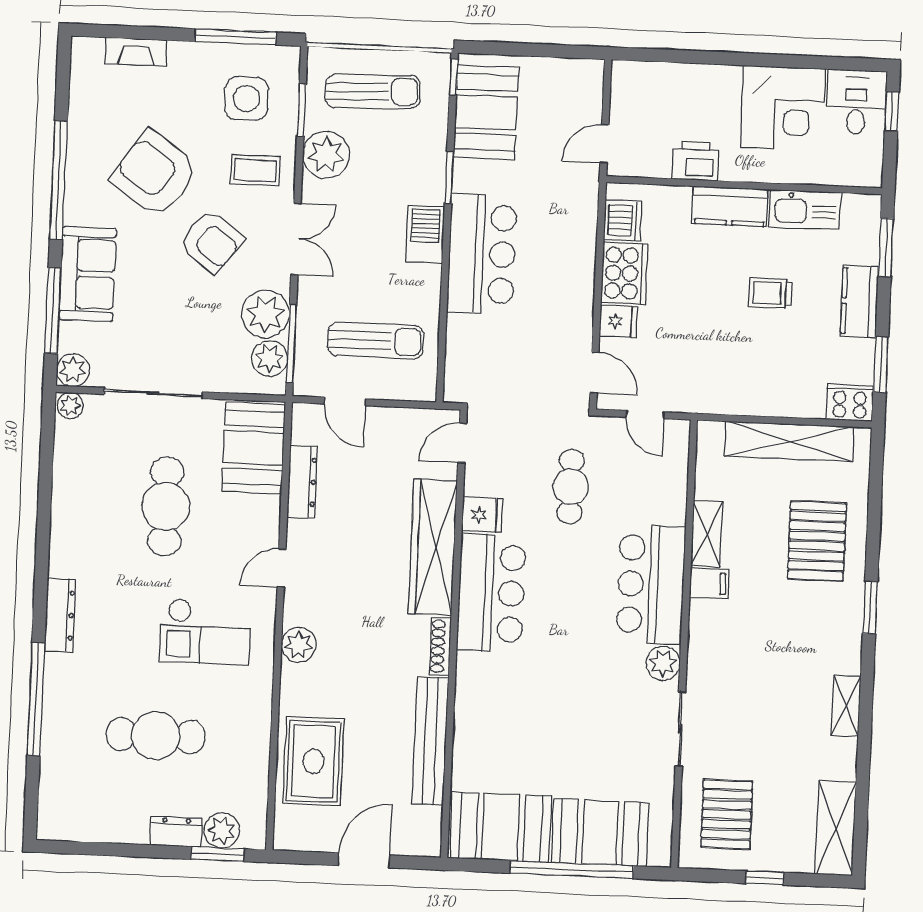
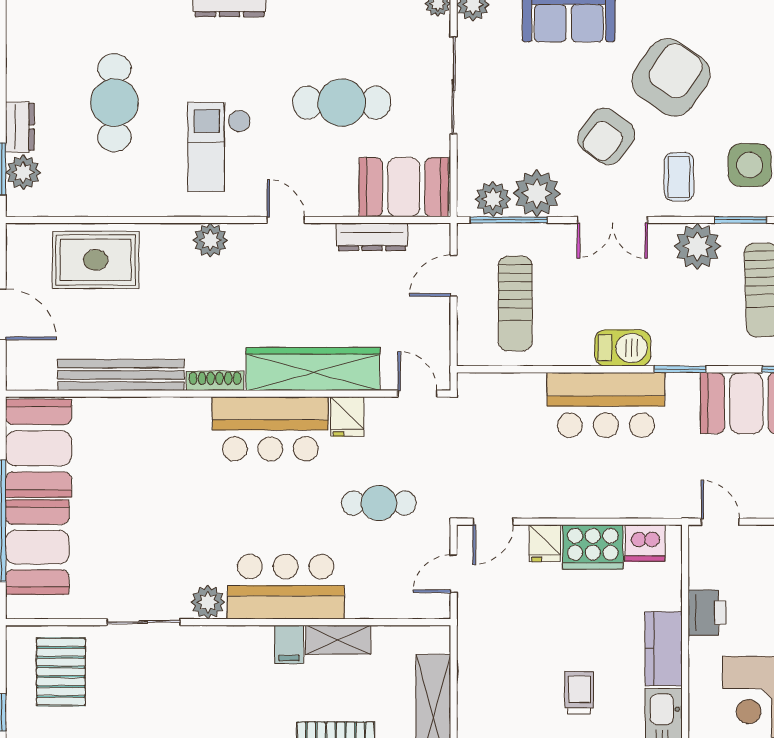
pallet: (727, 814) -> (61, 672), turned 90

